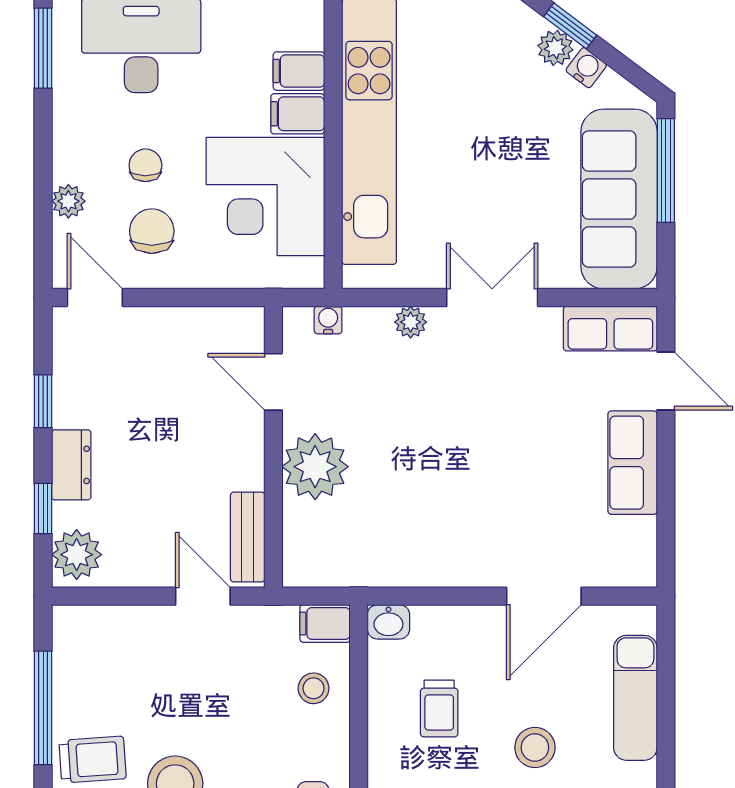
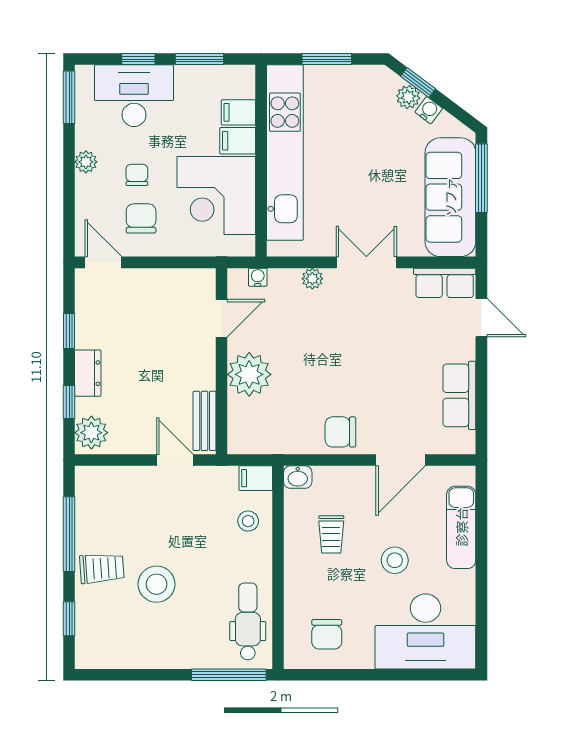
plant: (68, 201) -> (86, 162), moved
door: (273, 382) -> (222, 318), swing flipped
row of seats: (633, 463) -> (459, 395), moved
chair: (453, 554) -> (340, 432), added

